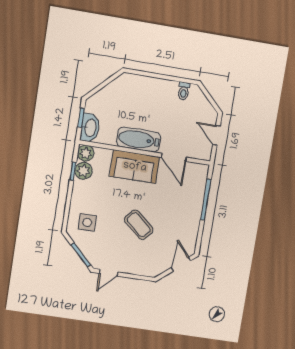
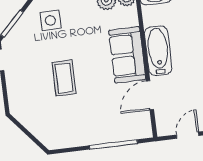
coffee table: (139, 225) -> (64, 78), turned -41
door: (181, 264) -> (33, 138), removed

